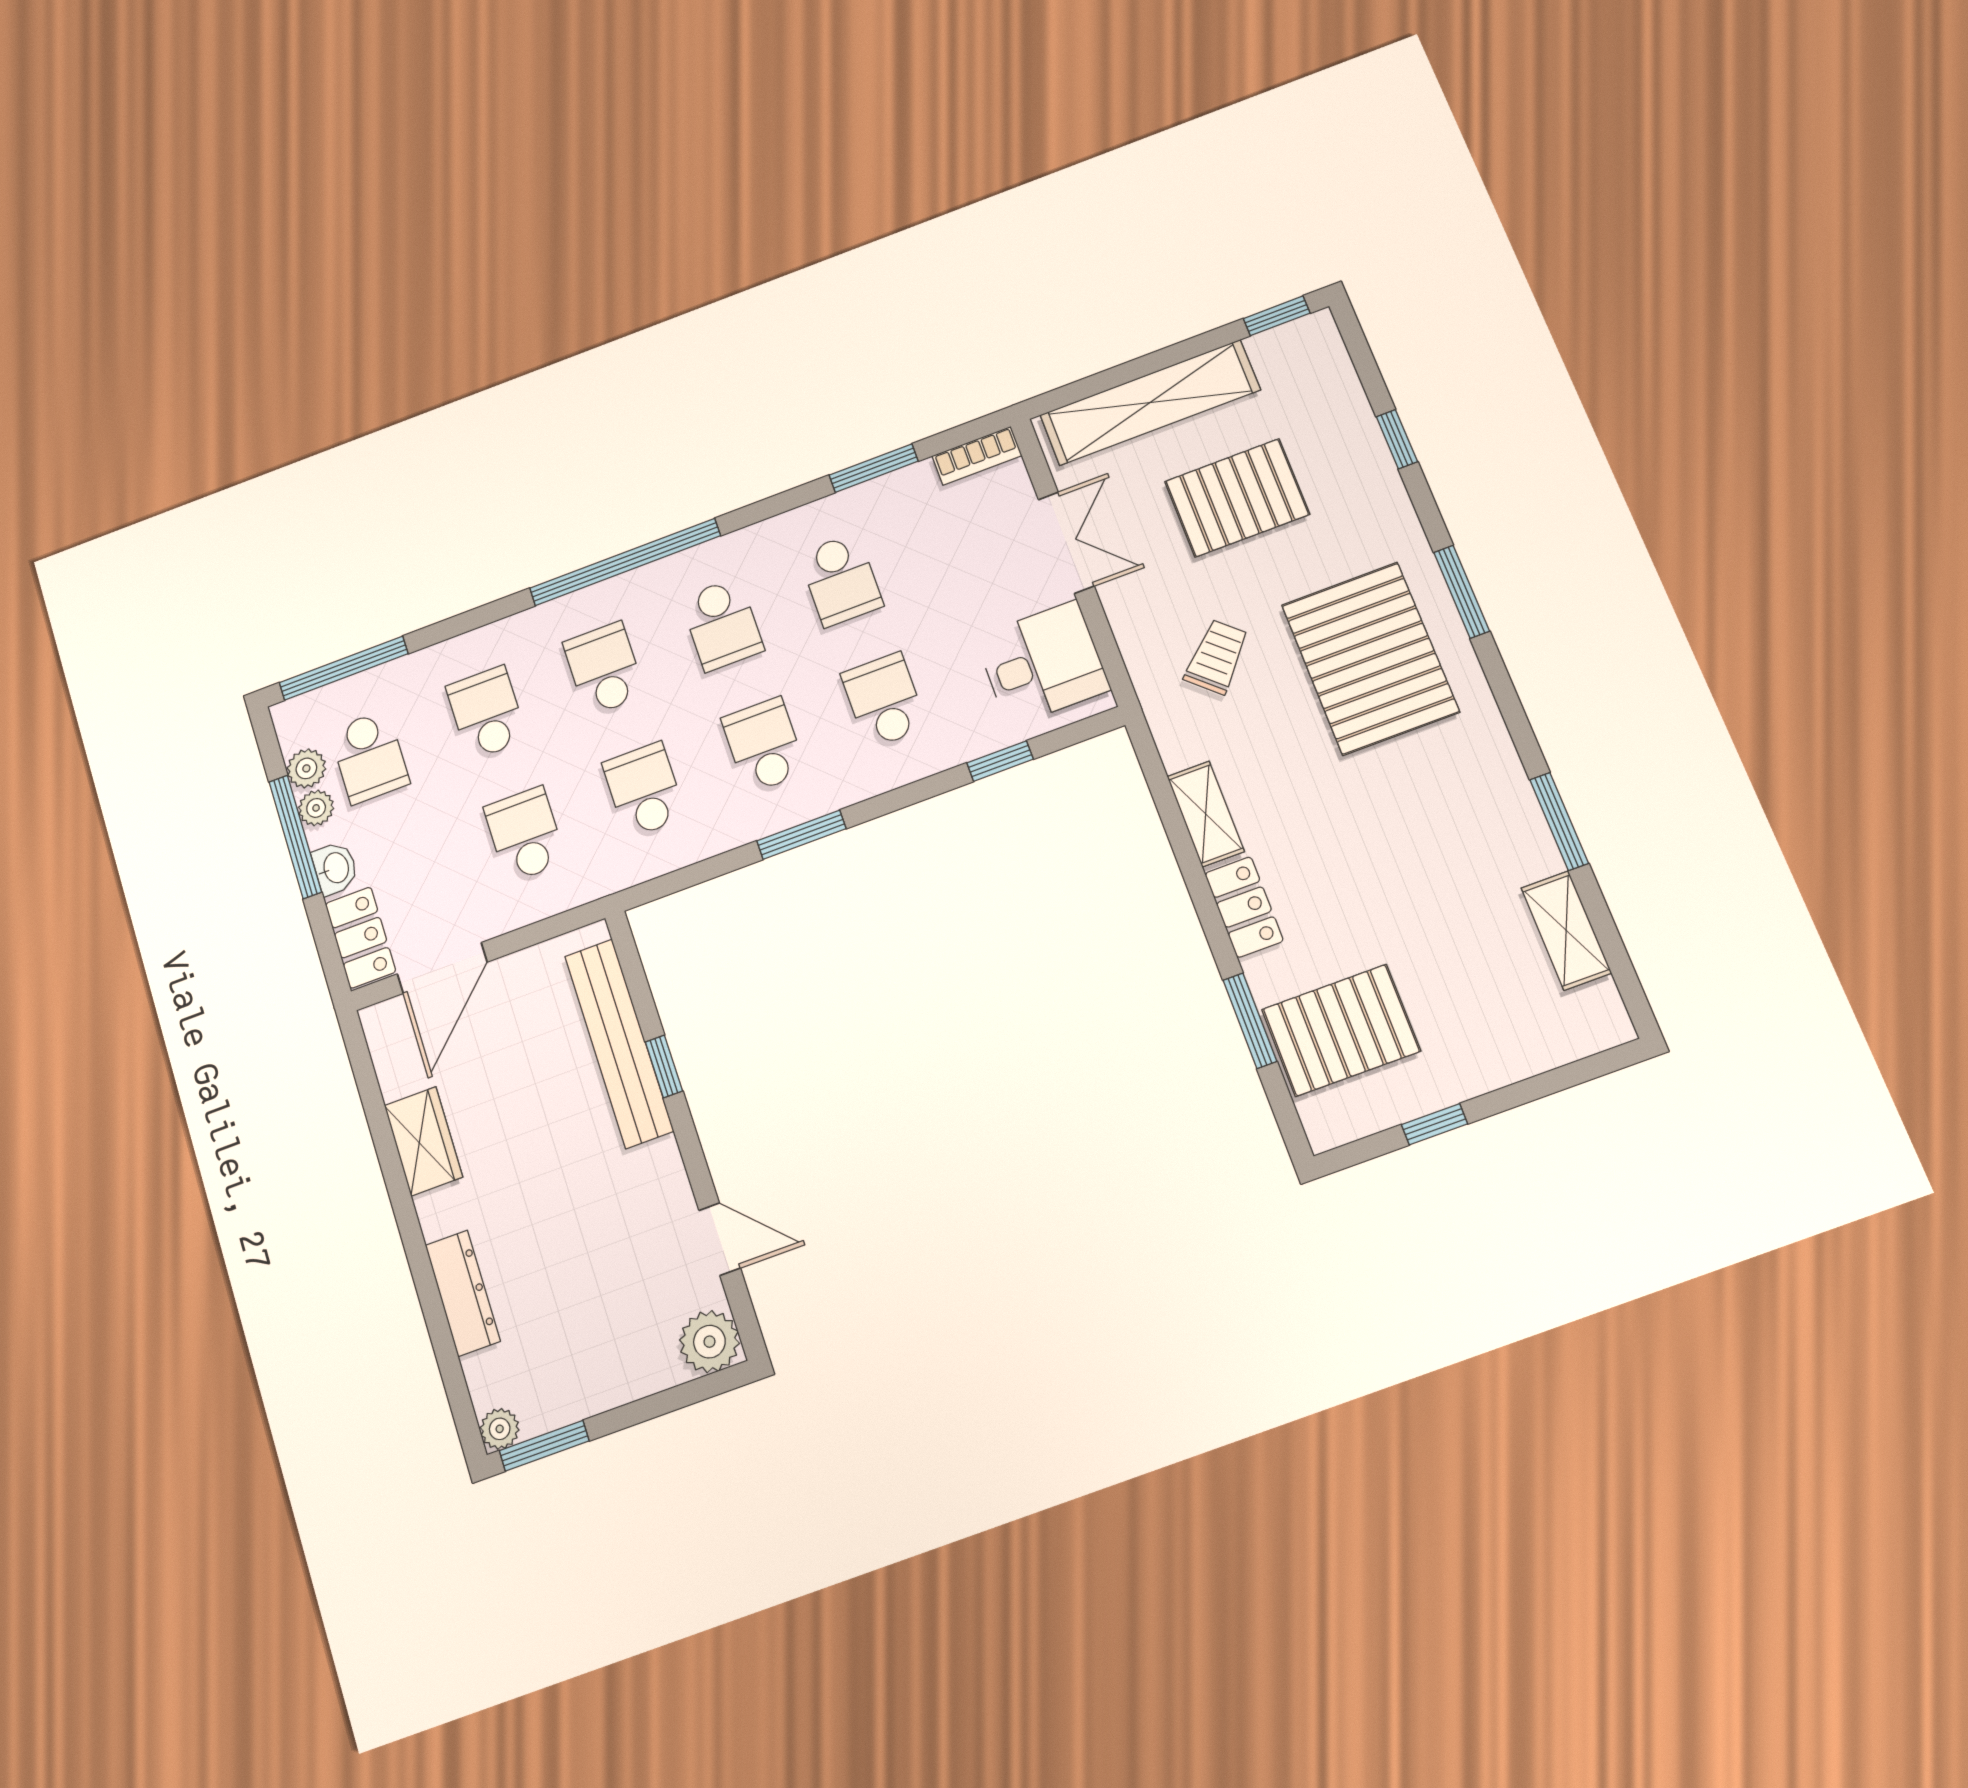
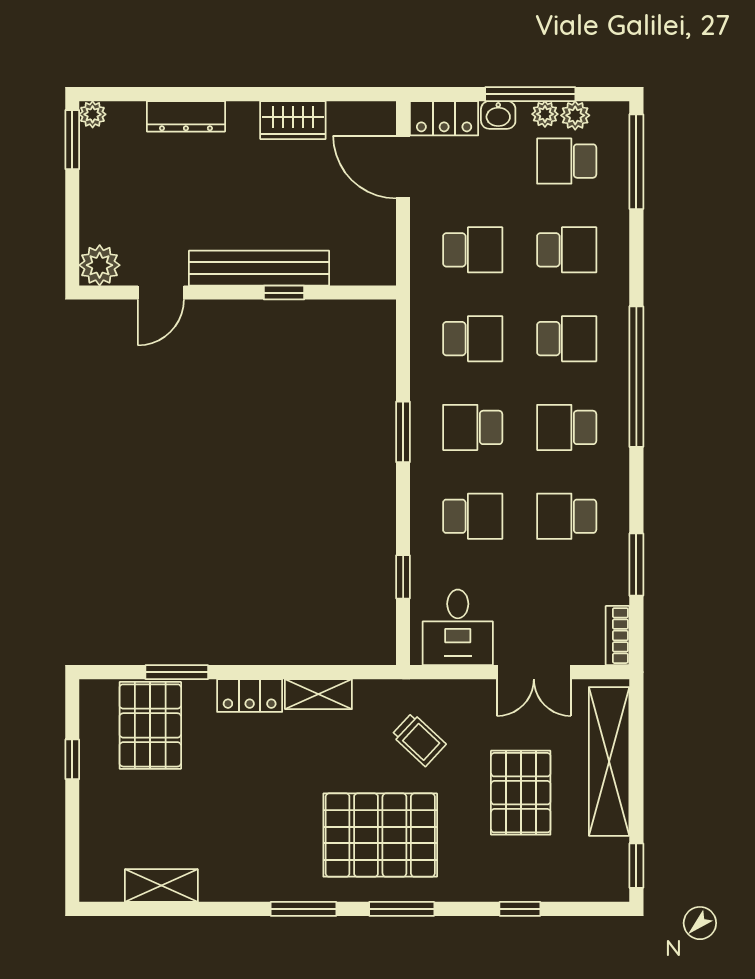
school desk: (764, 745) -> (473, 427), turned 180
window: (1559, 821) -> (304, 909), moved
bench: (619, 1043) -> (259, 268), moved

